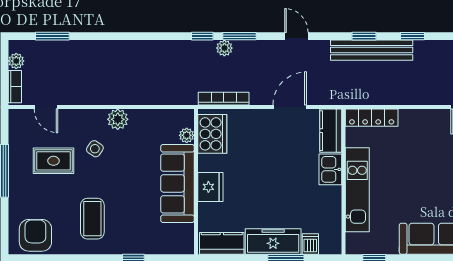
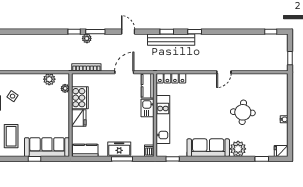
plant: (118, 119) -> (49, 79), moved
cooker: (212, 134) -> (80, 98), moved
sofa: (177, 183) -> (47, 147), moved, turned 90
freezer: (273, 242) -> (119, 149), width x0.71
dishwasher: (310, 244) -> (149, 151), moved

